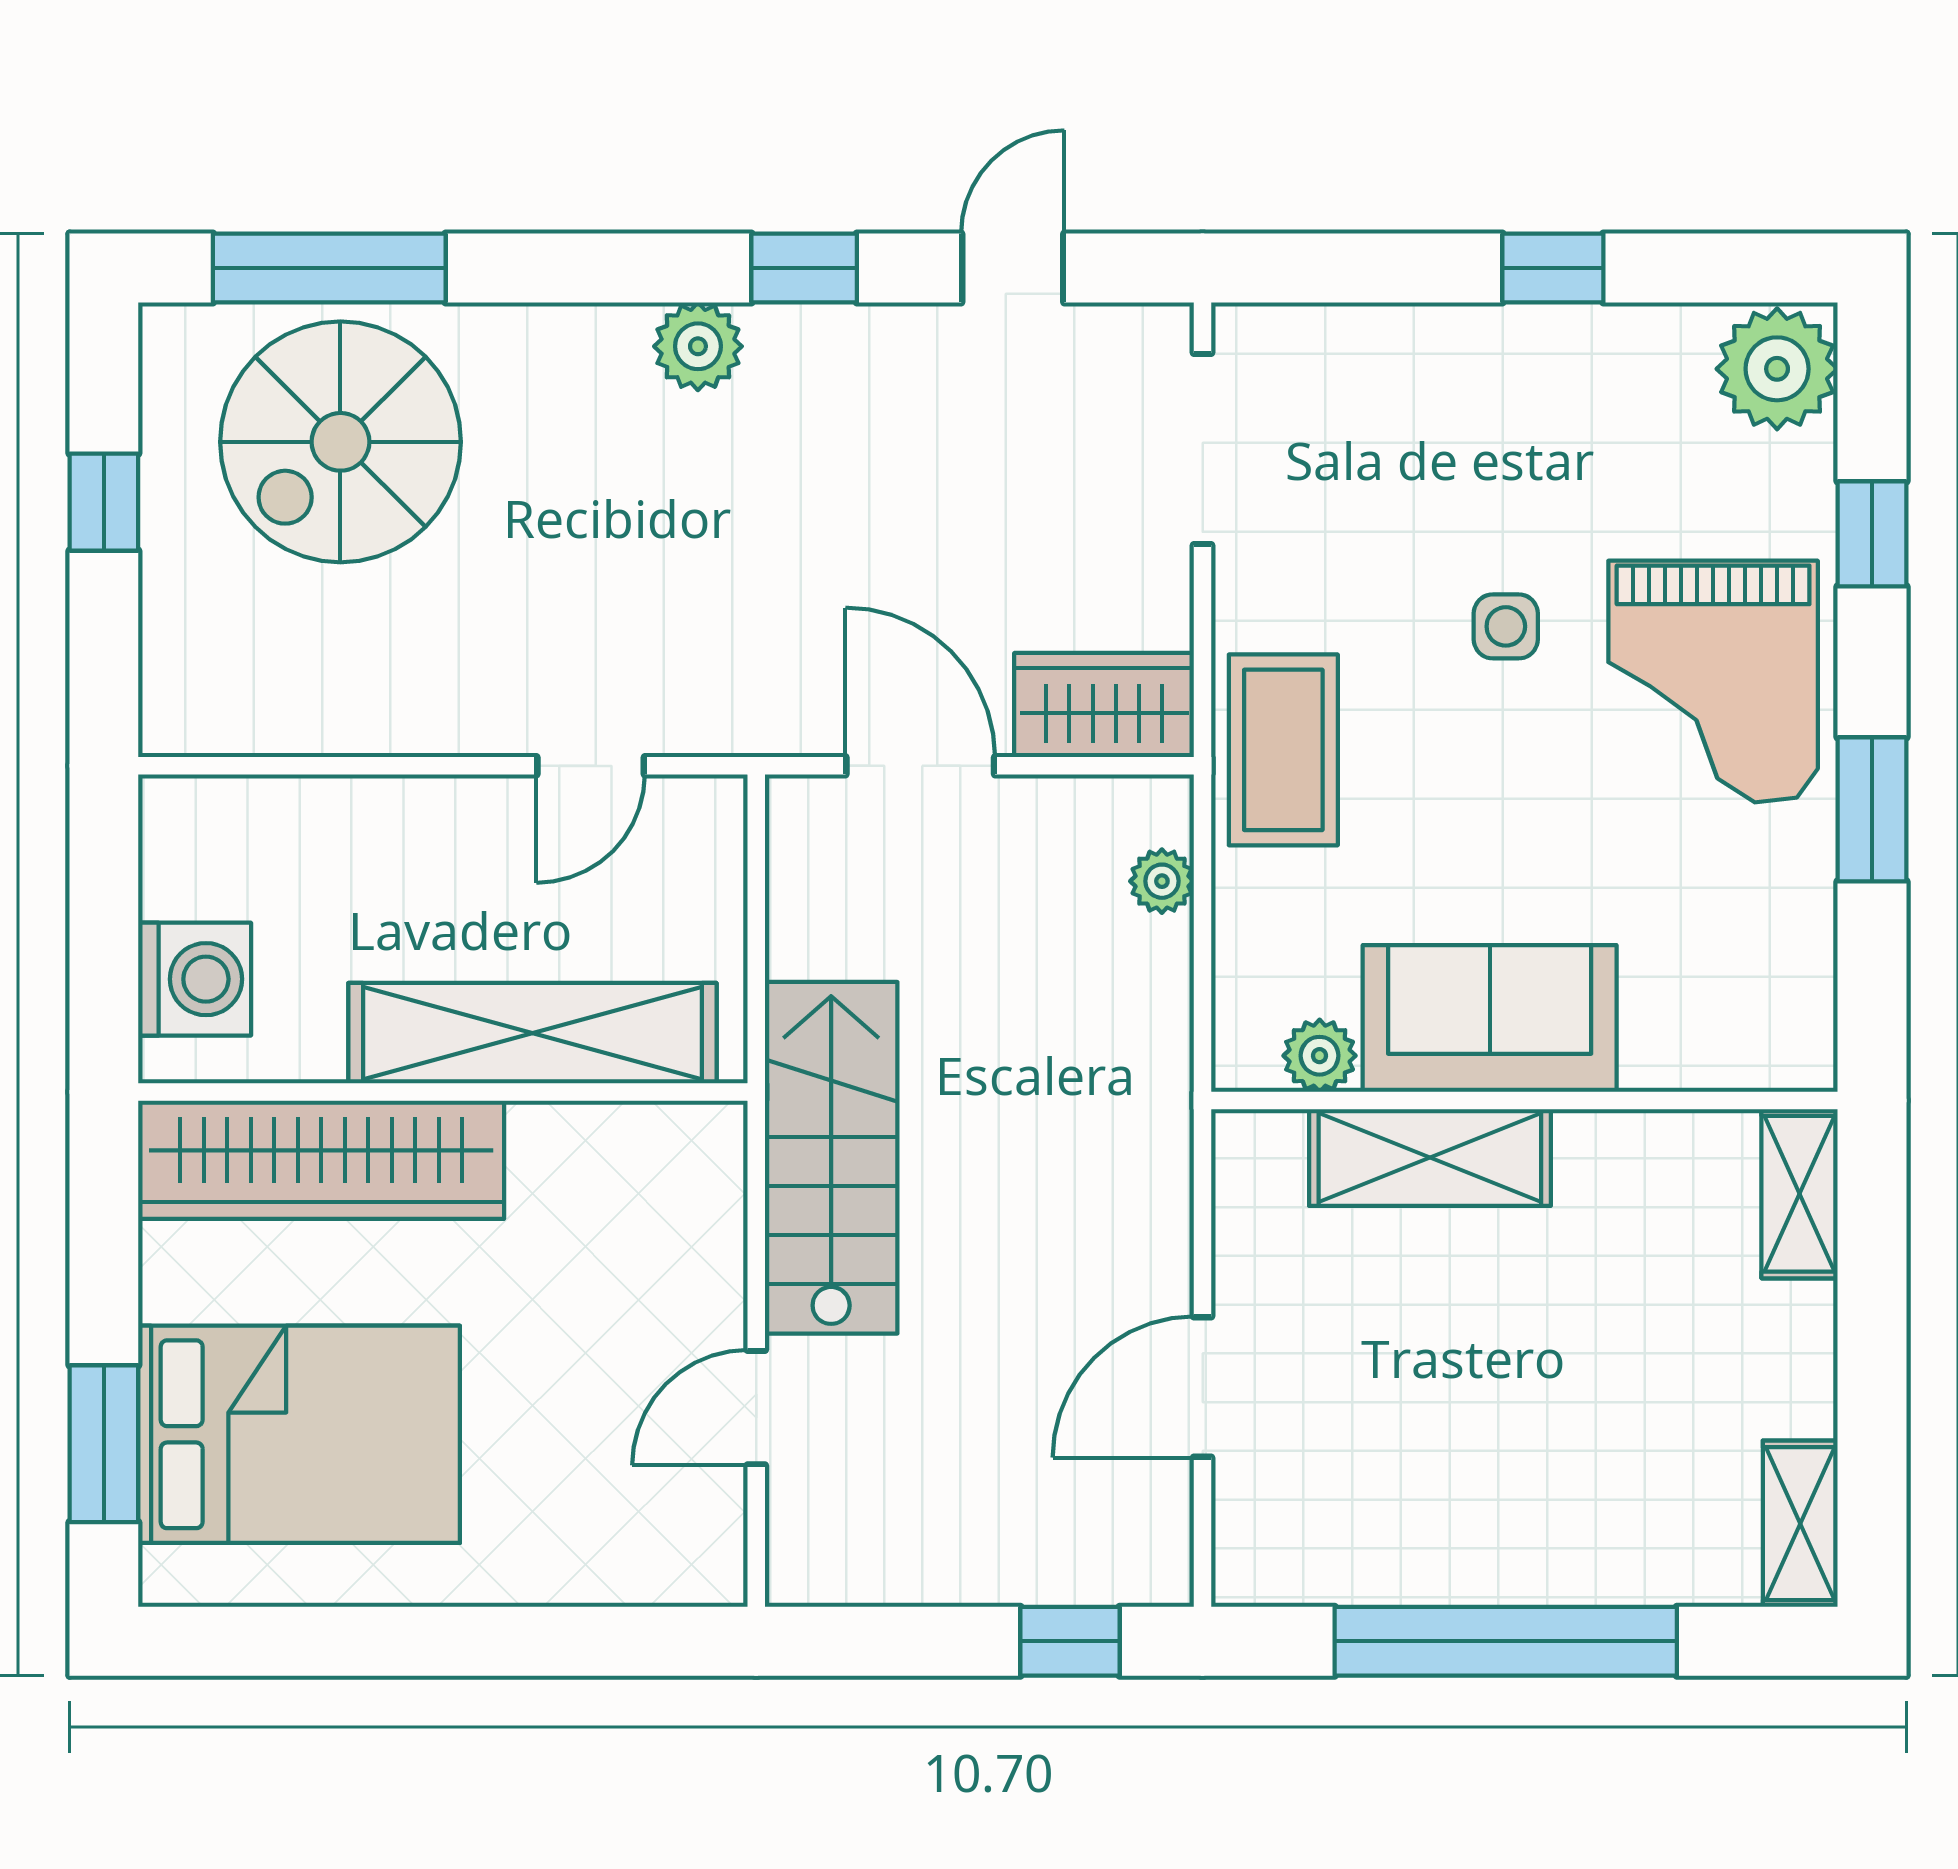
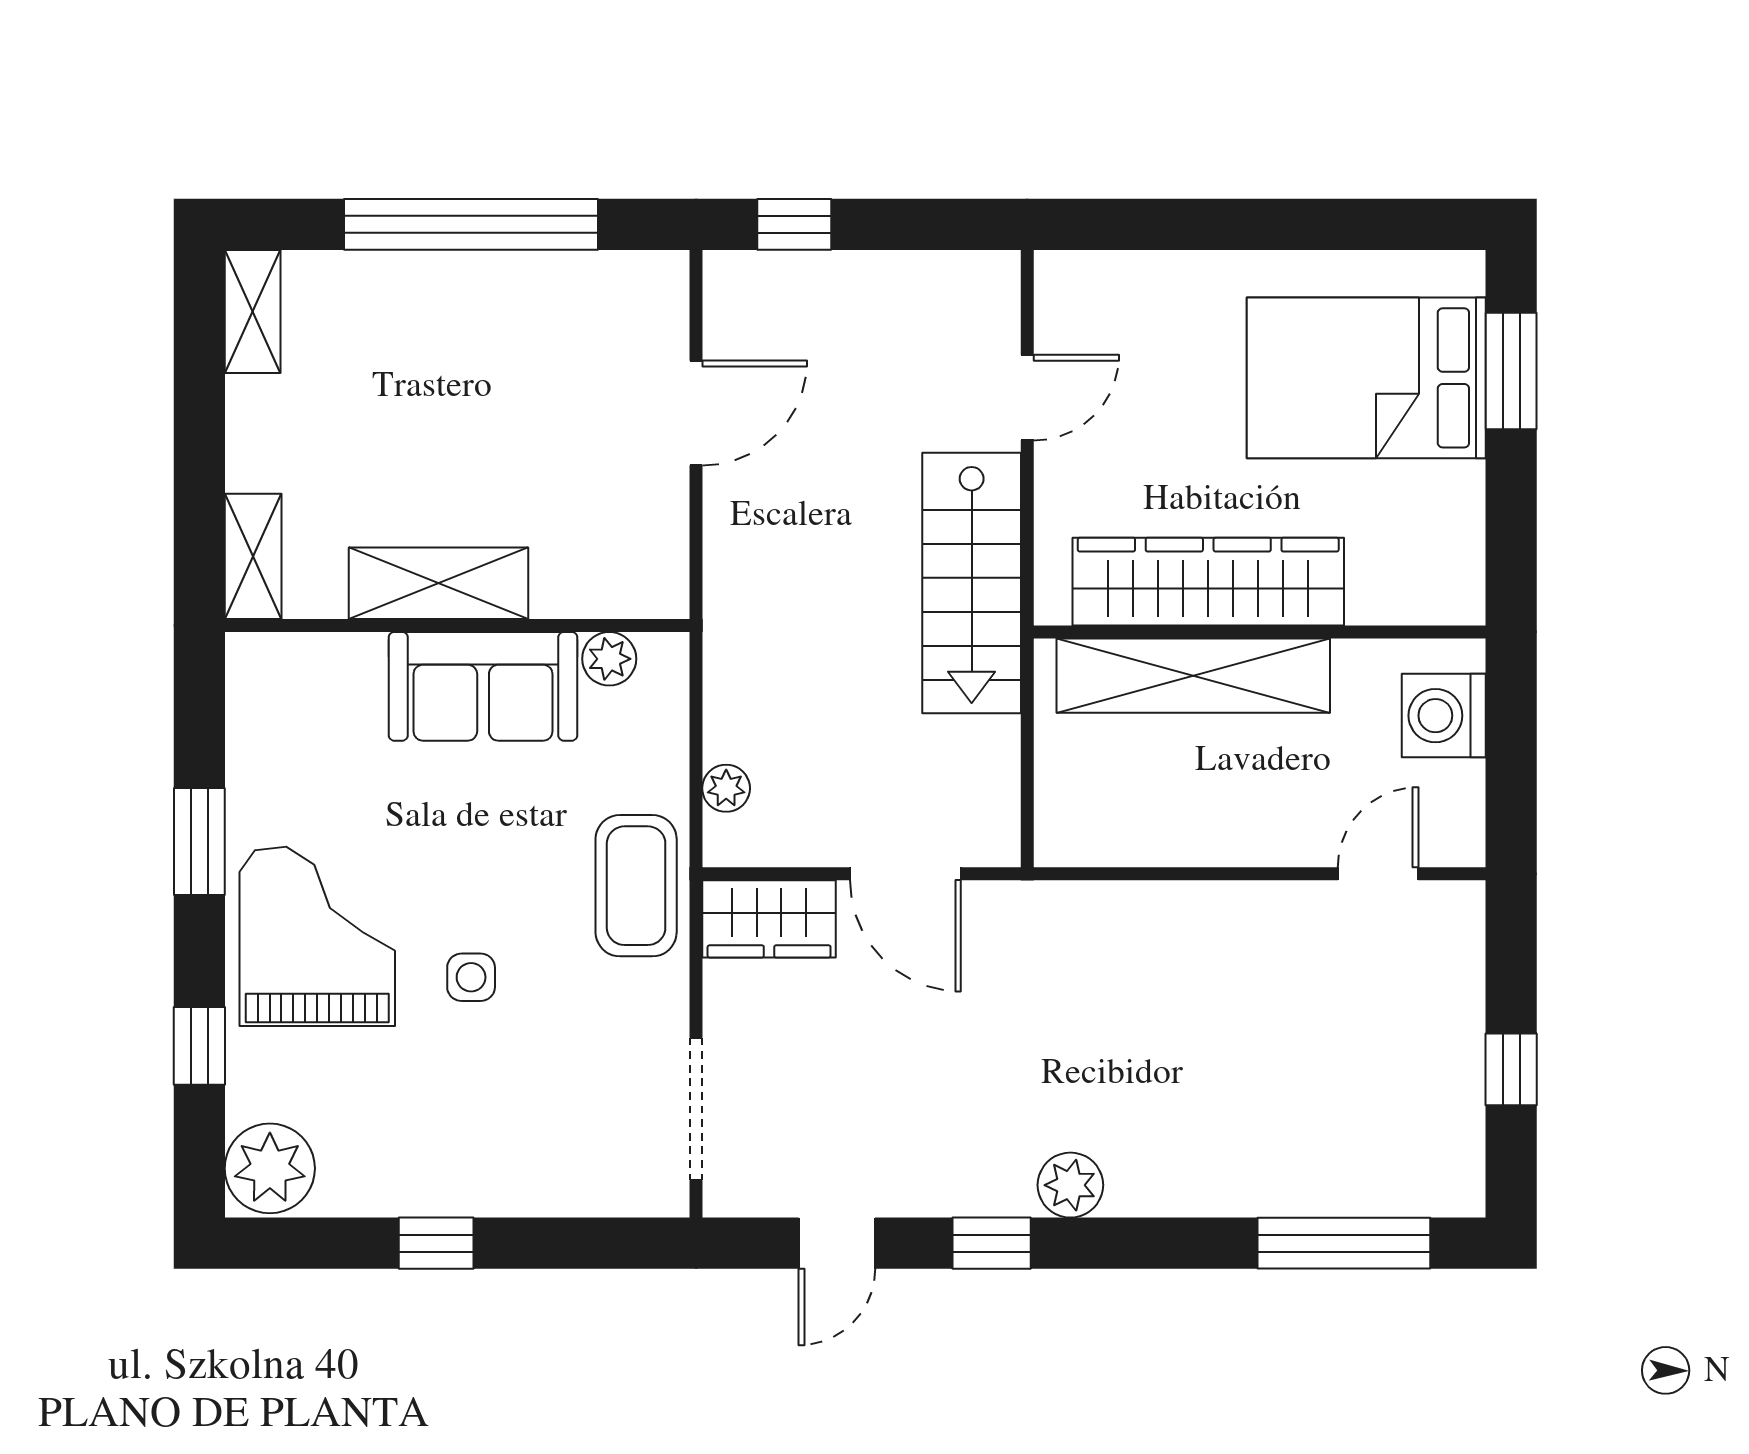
spiral stairs: (340, 442) -> (1336, 1114), removed
door: (591, 766) -> (1378, 874), moved
shelving: (1430, 1157) -> (439, 583), moved
wardrobe: (321, 1160) -> (1208, 582), moved

